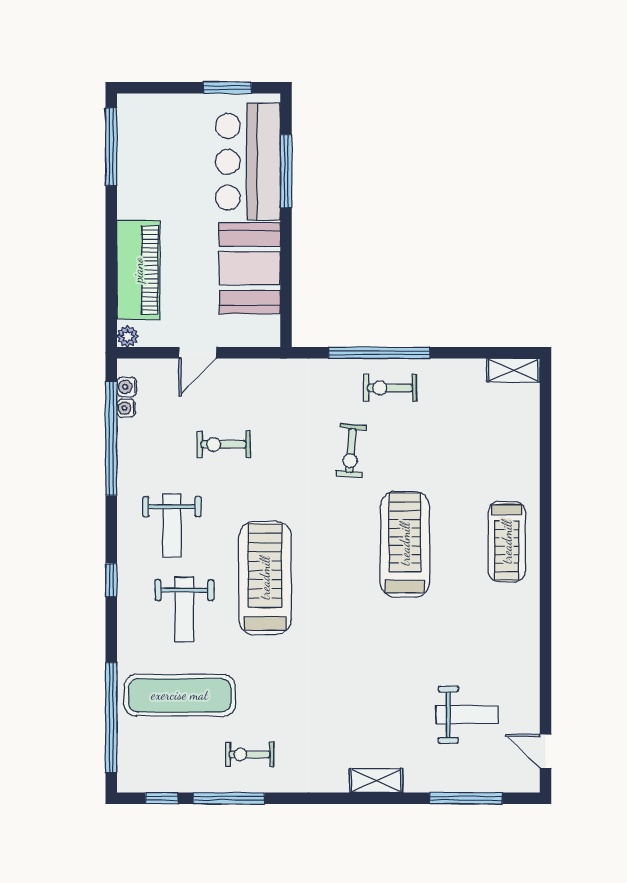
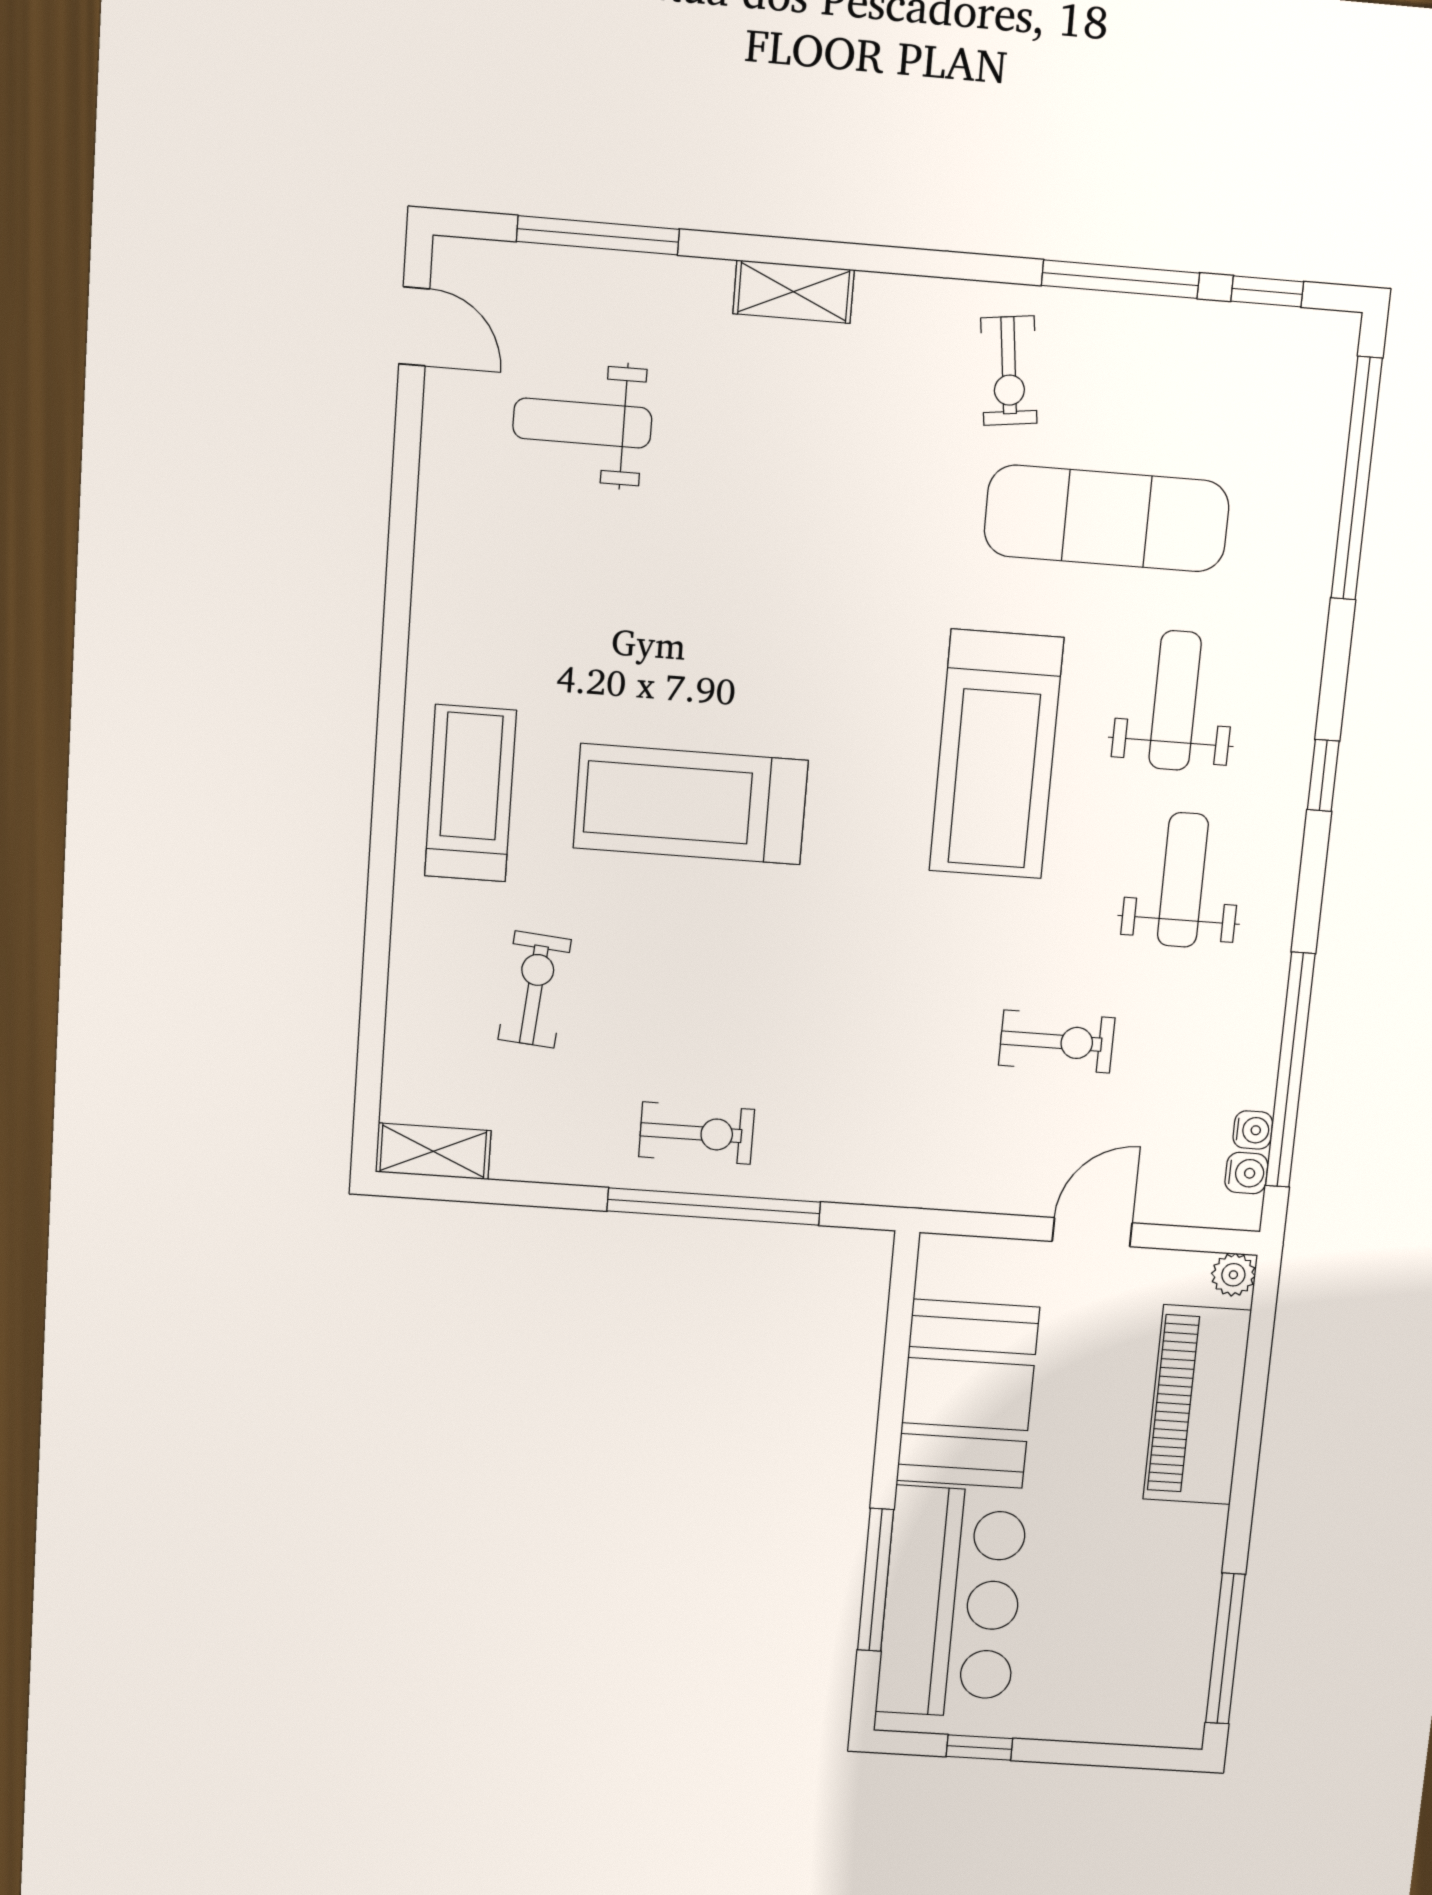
window: (227, 88) -> (979, 1748), width x0.67
exercise bike: (351, 451) -> (535, 990), moved
treadmill: (405, 544) -> (691, 804), turned 90
exercise mat: (180, 695) -> (1107, 519), moved
exercise bike: (250, 754) -> (1009, 371), moved, turned 83

